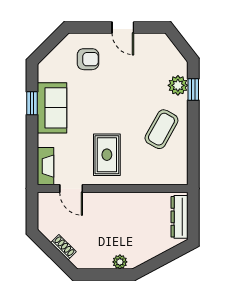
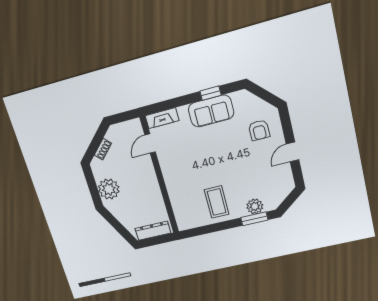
window: (193, 90) -> (254, 219), width x1.50
coffee table: (161, 129) -> (217, 202), turned 61
rug: (107, 155) -> (185, 165), removed
plant: (120, 262) -> (109, 189), width x1.87, depth x1.87

